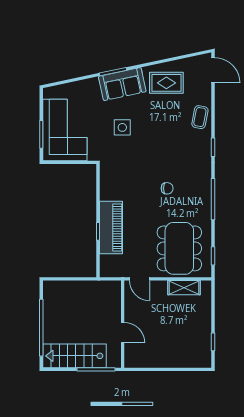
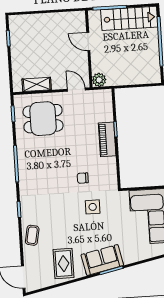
rug: (166, 83) -> (64, 264), turned 90
side table: (122, 127) -> (93, 207), moved
chair: (167, 188) -> (83, 178), moved
piano: (111, 227) -> (107, 139), width x0.73, depth x0.75
dining table: (179, 248) -> (43, 119), width x0.73
plant: (113, 288) -> (99, 80), added

